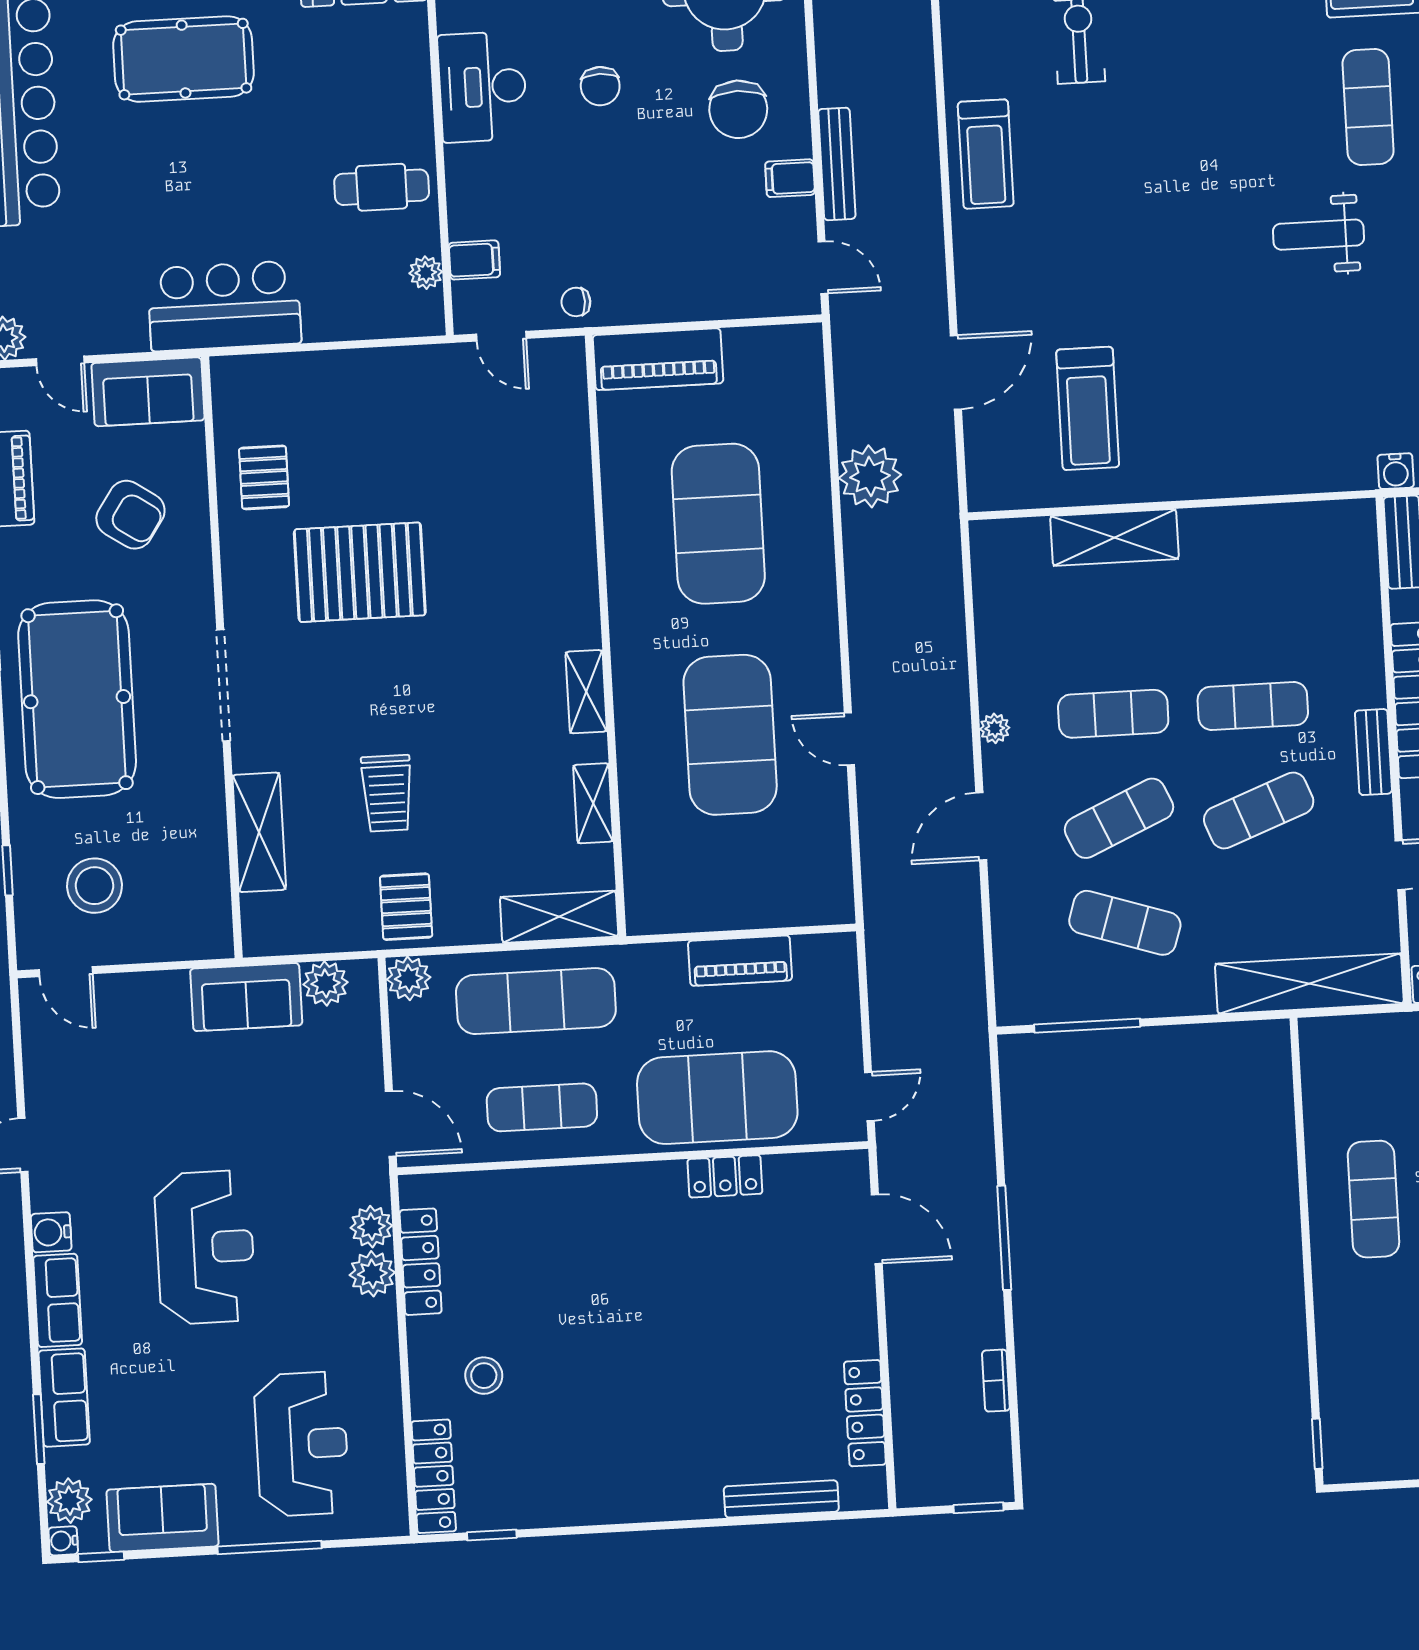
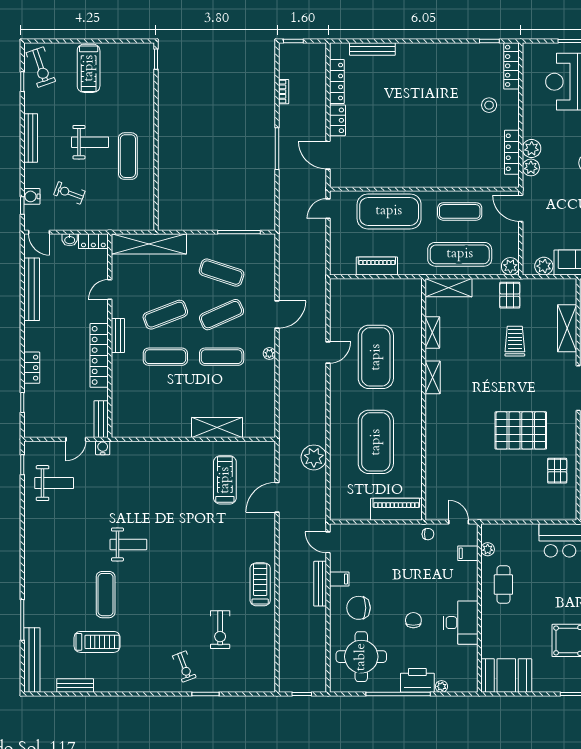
chair: (738, 109) -> (358, 608), turned -90
cafe table: (382, 187) -> (503, 585), turned 90
door: (849, 739) -> (328, 353), hinge flipped
locker: (725, 1176) -> (337, 120), moved, turned 90

